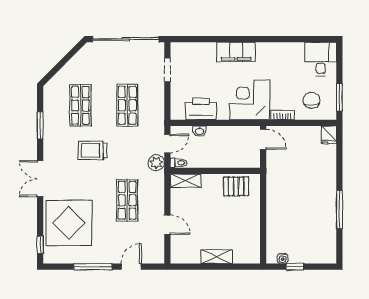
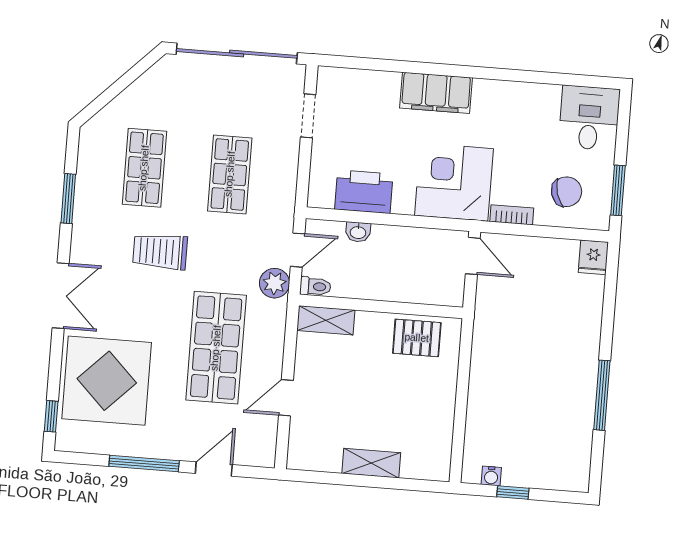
chair: (311, 100) -> (567, 192), turned 76
double door: (40, 179) -> (61, 296), swing flipped
shop shelf: (127, 200) -> (216, 348), width x1.43, depth x1.36
door: (167, 225) -> (286, 398), swing flipped

